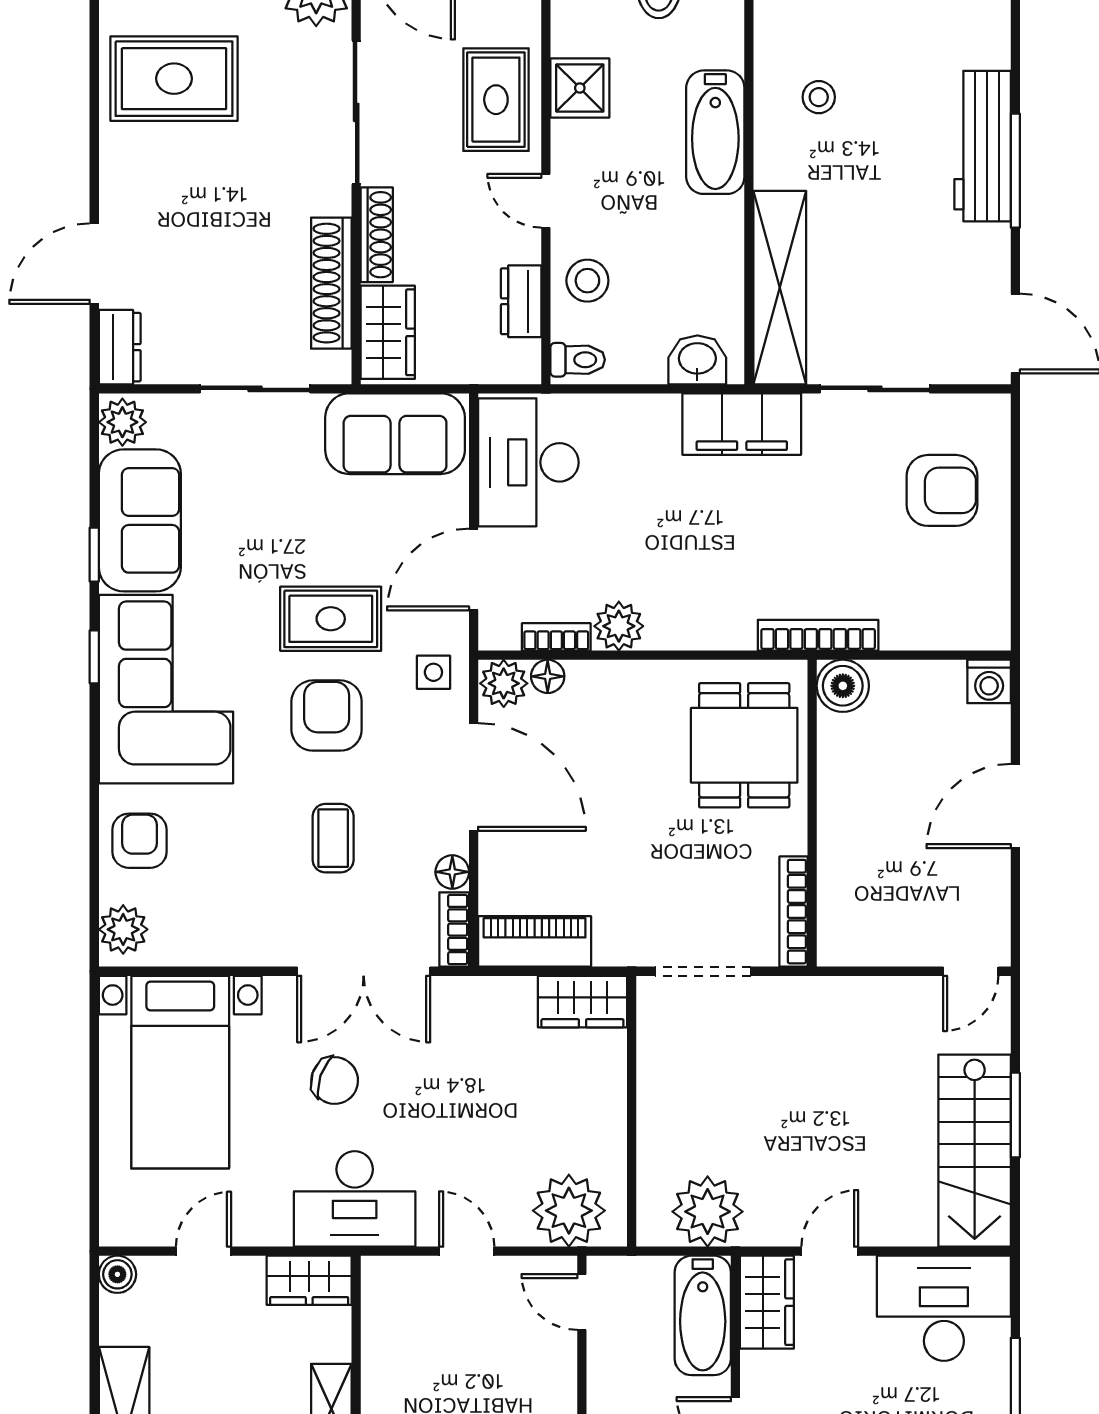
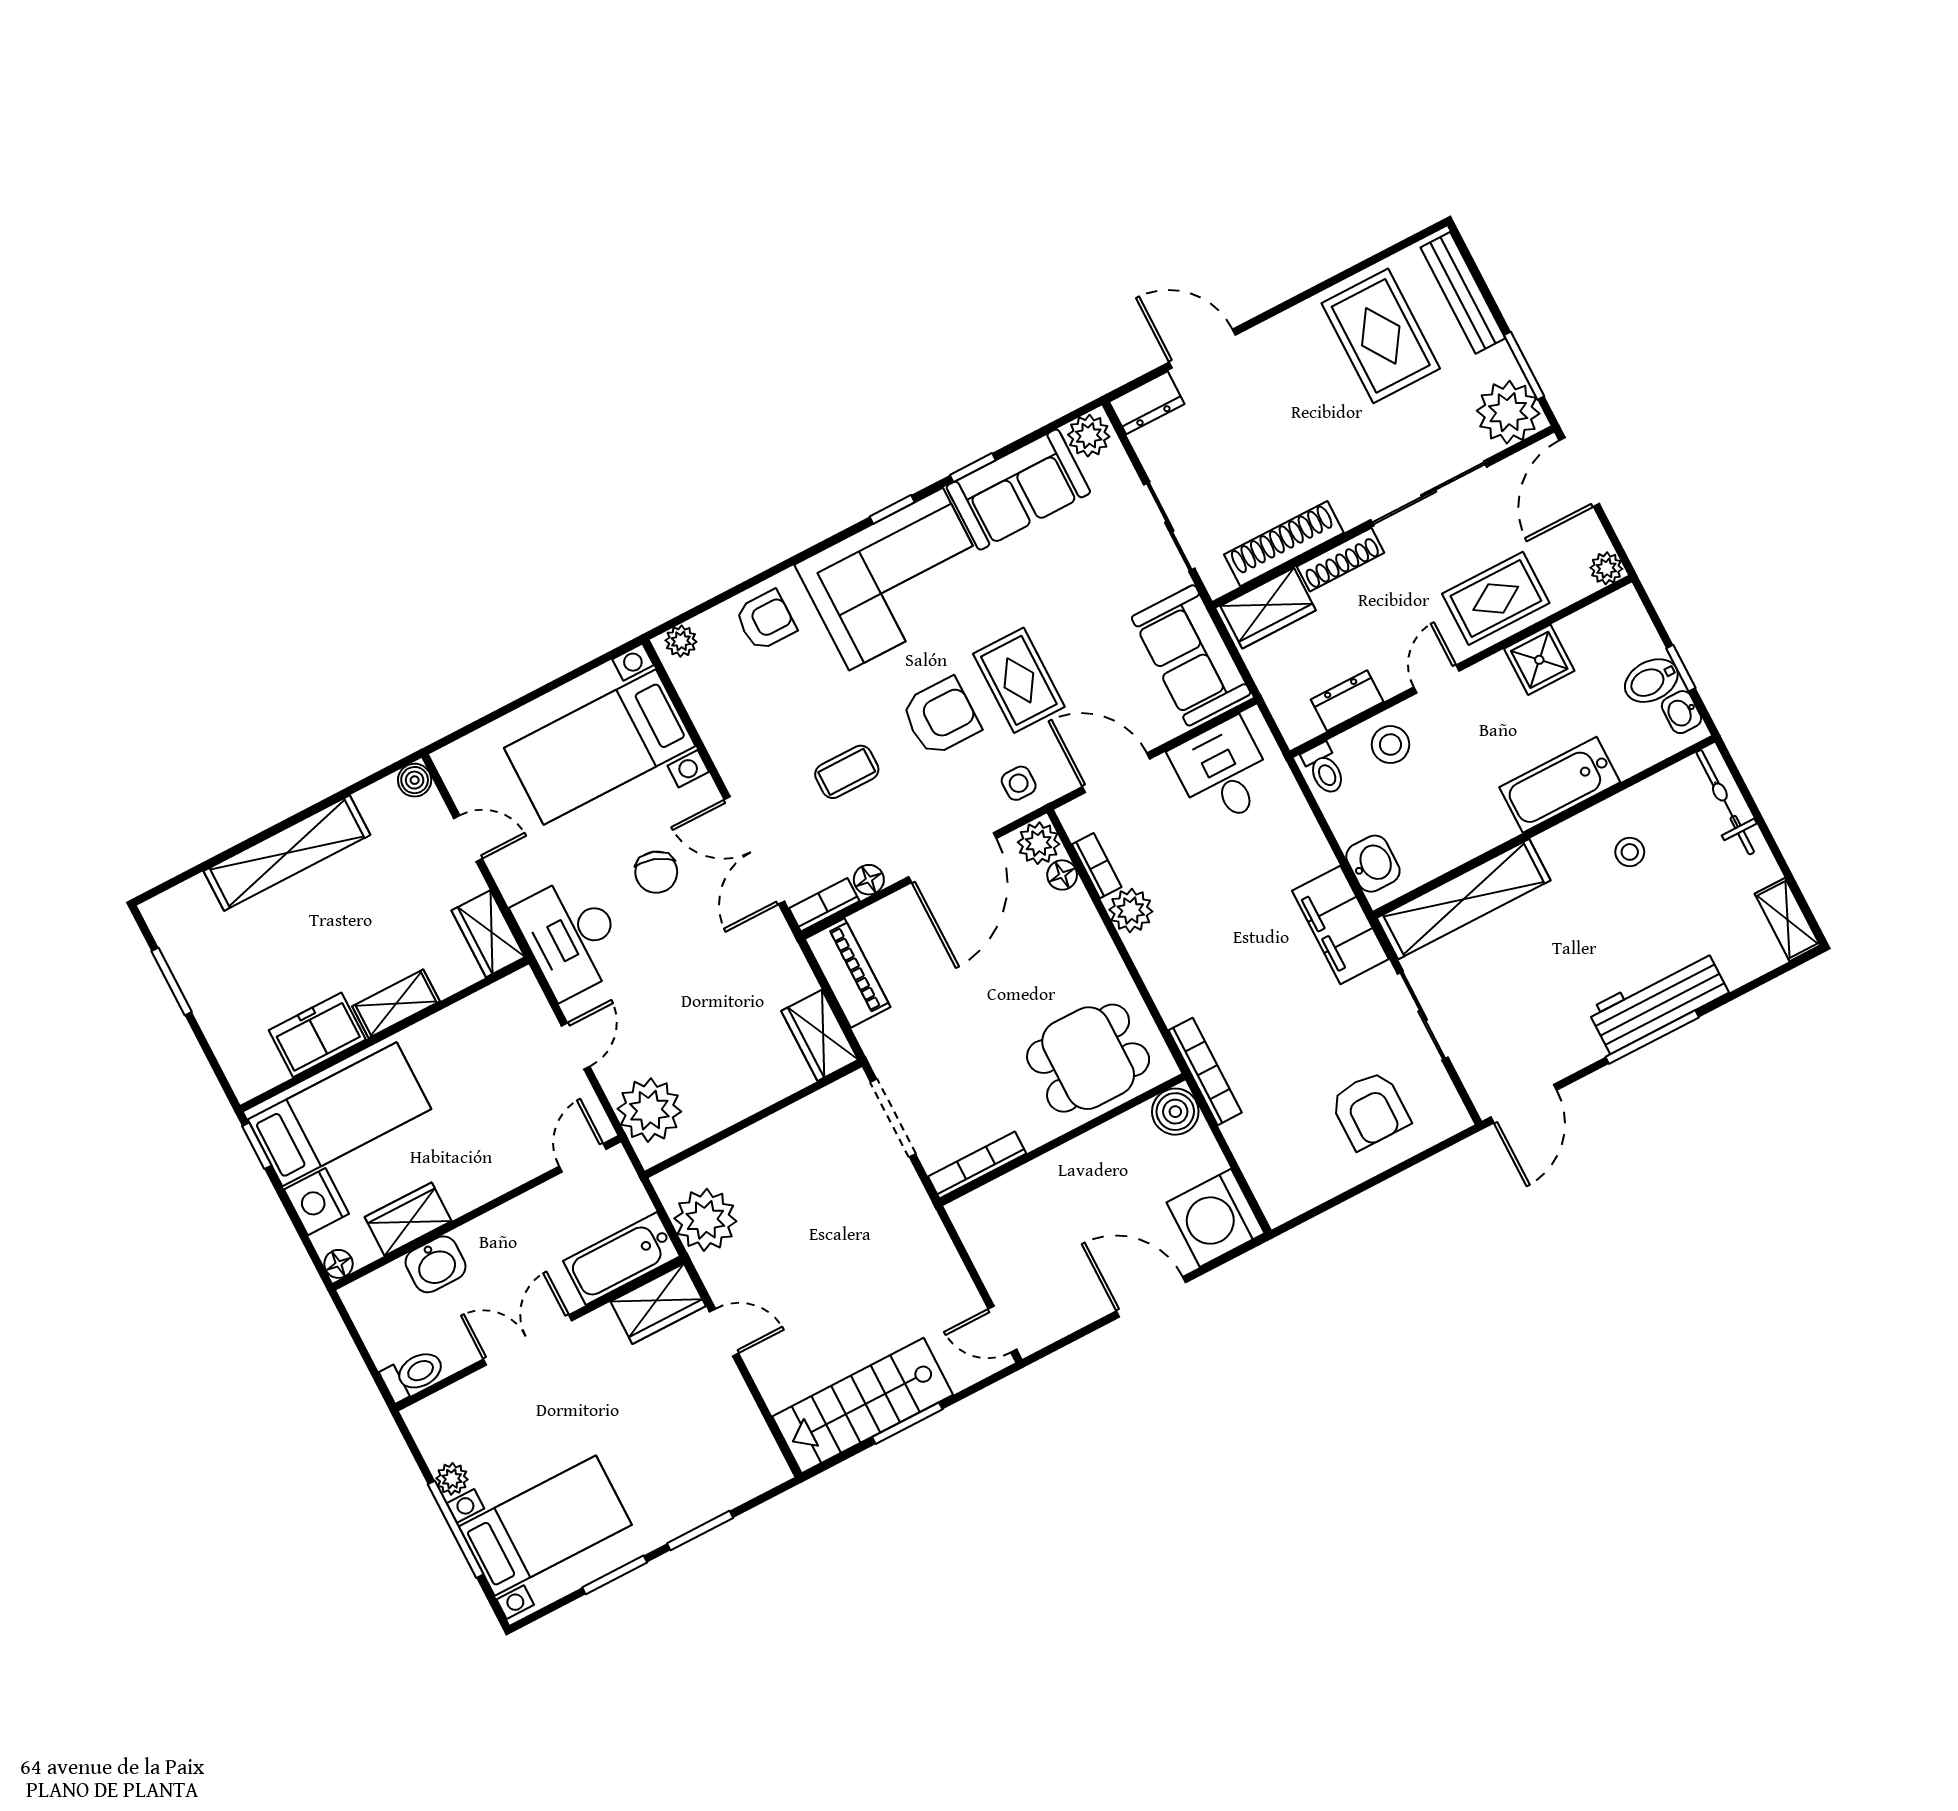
desk: (528, 462) -> (1223, 772), width x0.73
washing machine: (989, 681) -> (1215, 1218), width x1.89, depth x1.89
plant: (123, 929) -> (681, 641), width x0.73, depth x0.73
desk: (944, 1308) -> (726, 1446), removed

